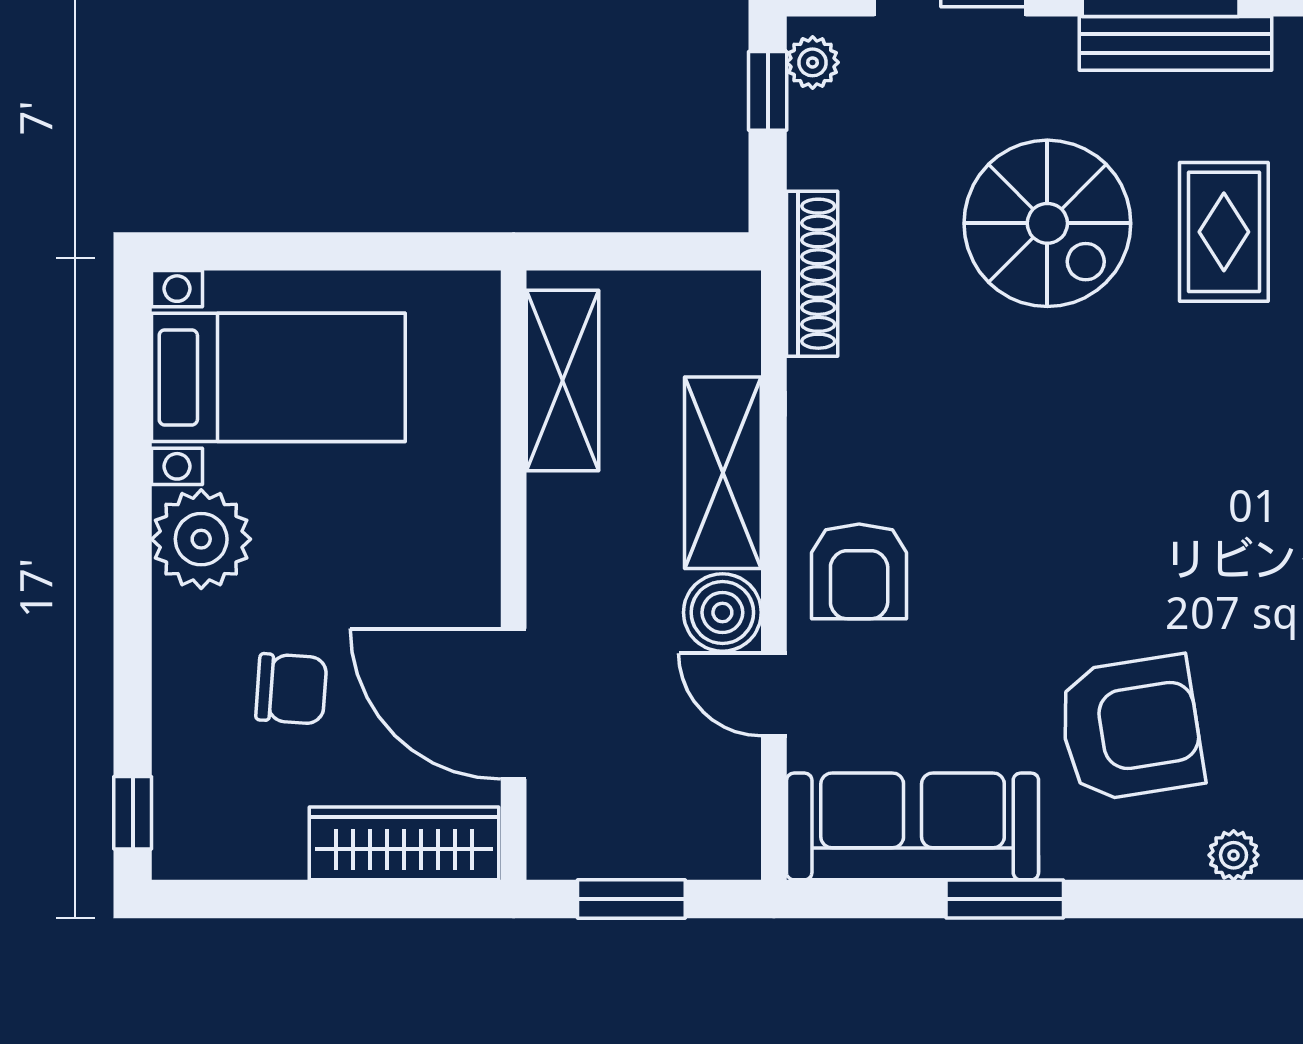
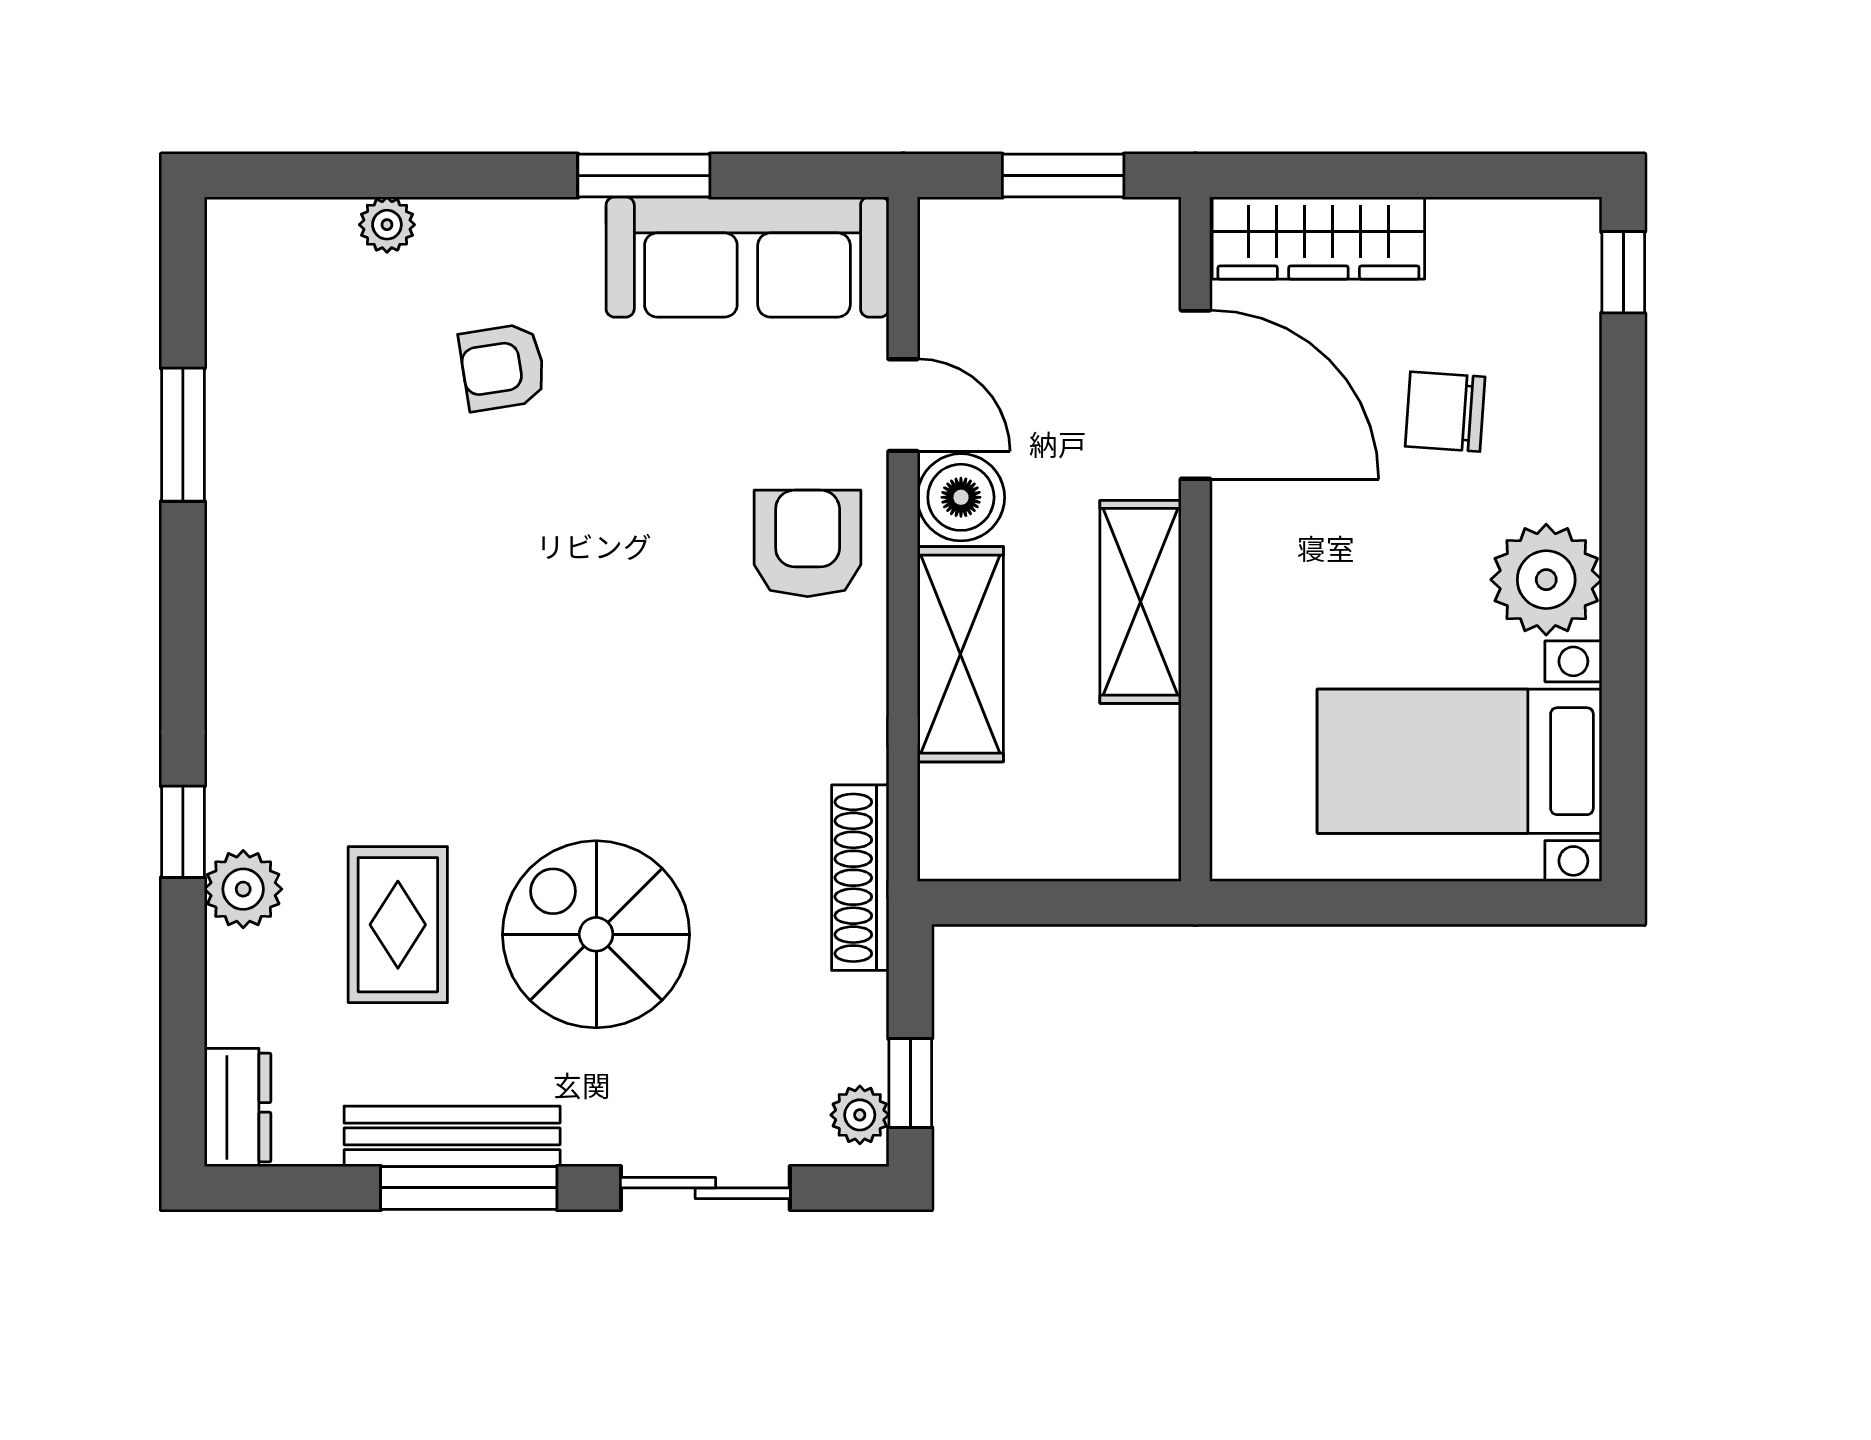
shelving: (562, 381) -> (1141, 602), moved
armchair: (1131, 728) -> (503, 367), width x0.53, depth x0.53

